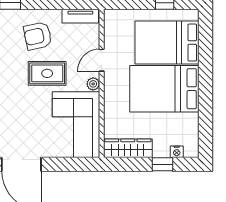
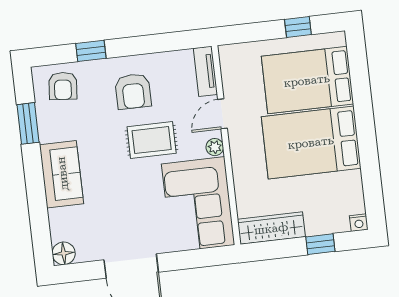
tv unit: (80, 16) -> (205, 71), moved, turned 90
armchair: (38, 36) -> (133, 91), turned -78
nightstand: (177, 152) -> (359, 223), moved

